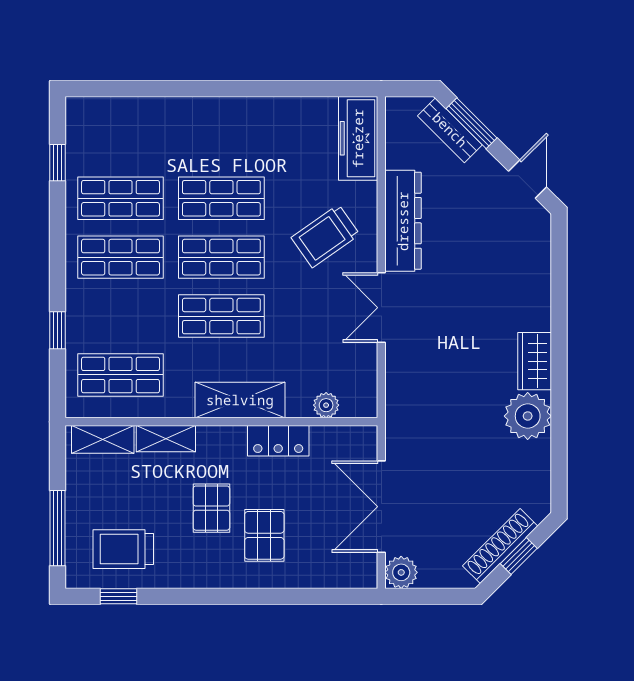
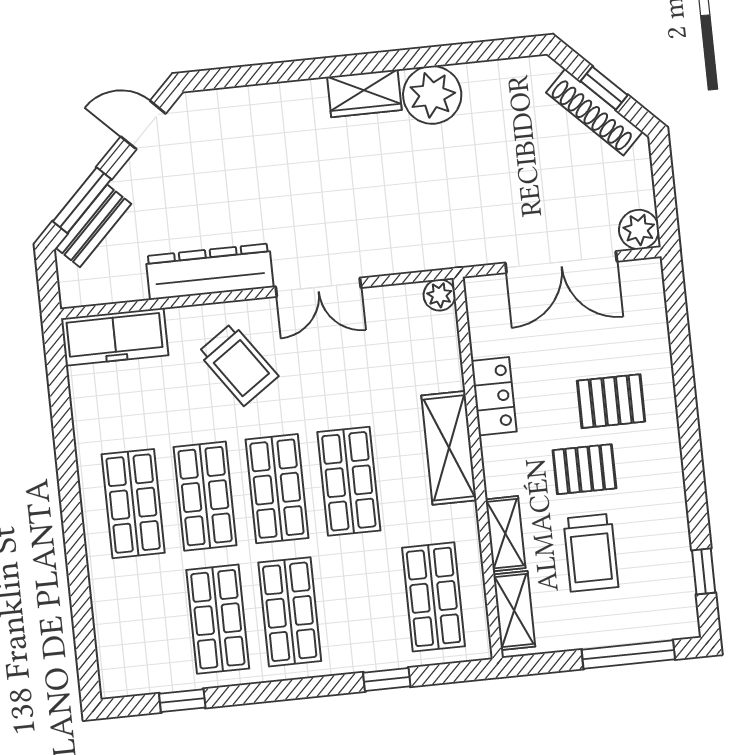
shop shelf: (221, 139) -> (133, 504), added
plant: (326, 405) -> (439, 295), moved
trolley: (123, 549) -> (591, 553), moved

